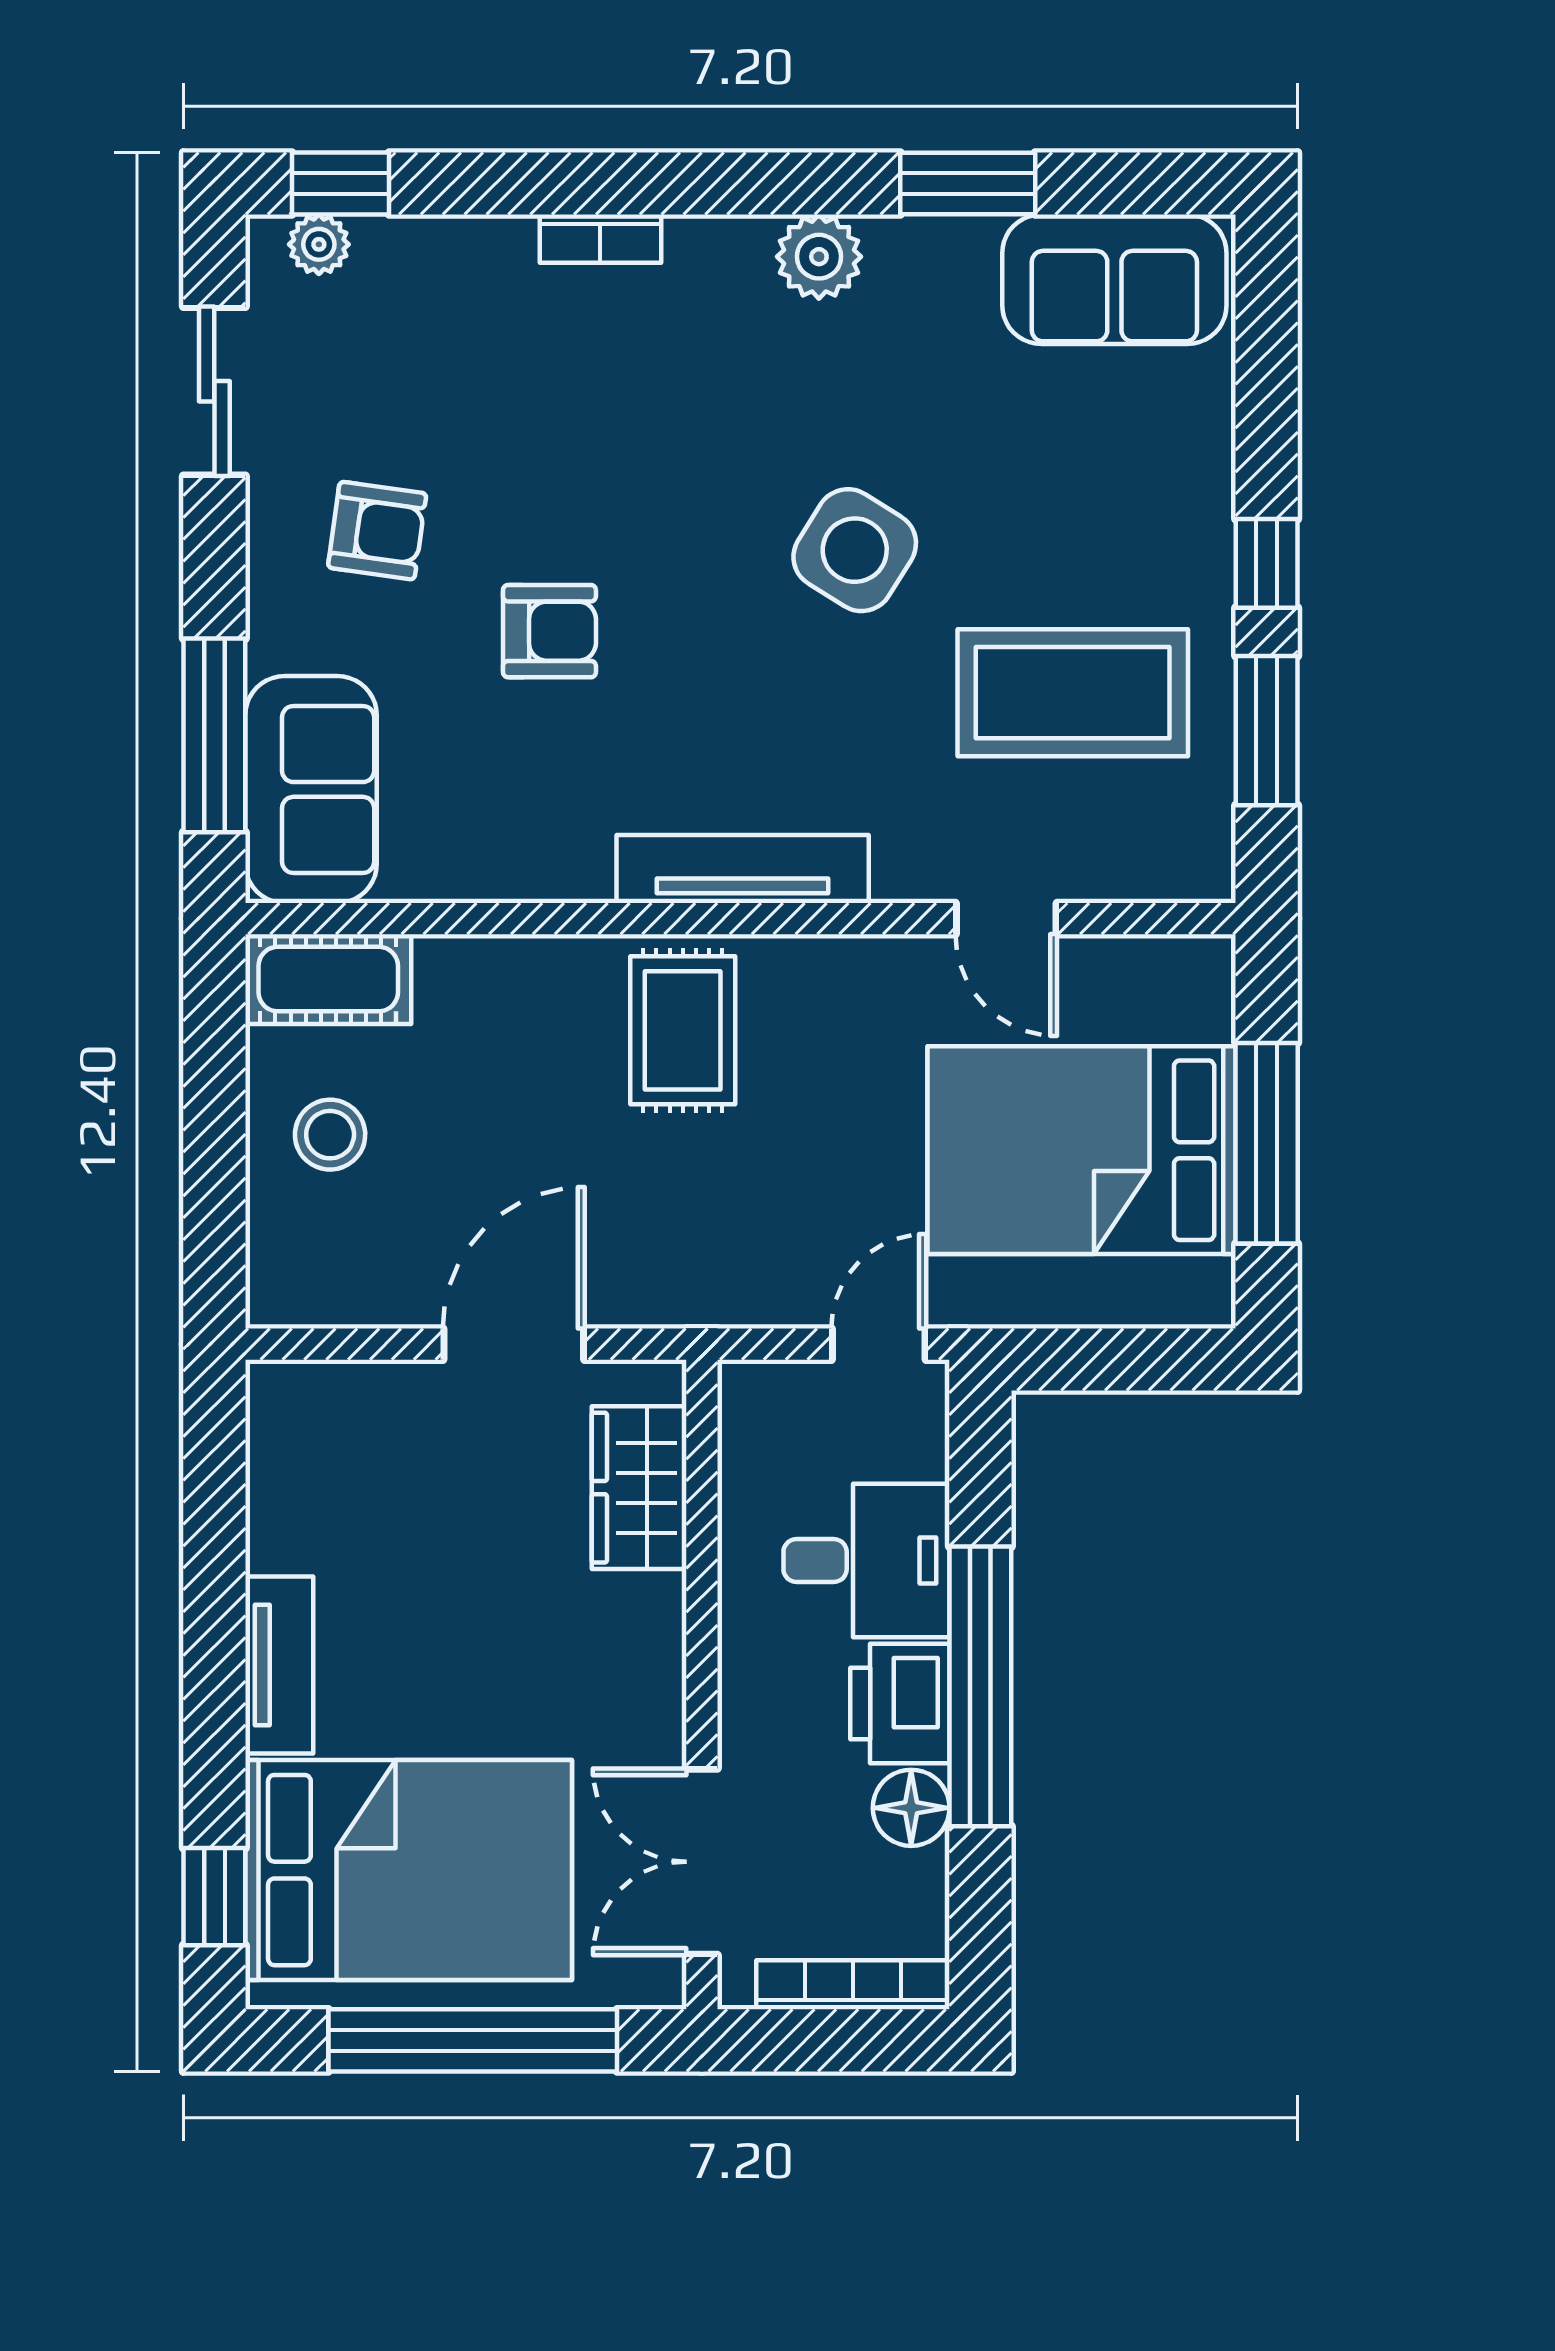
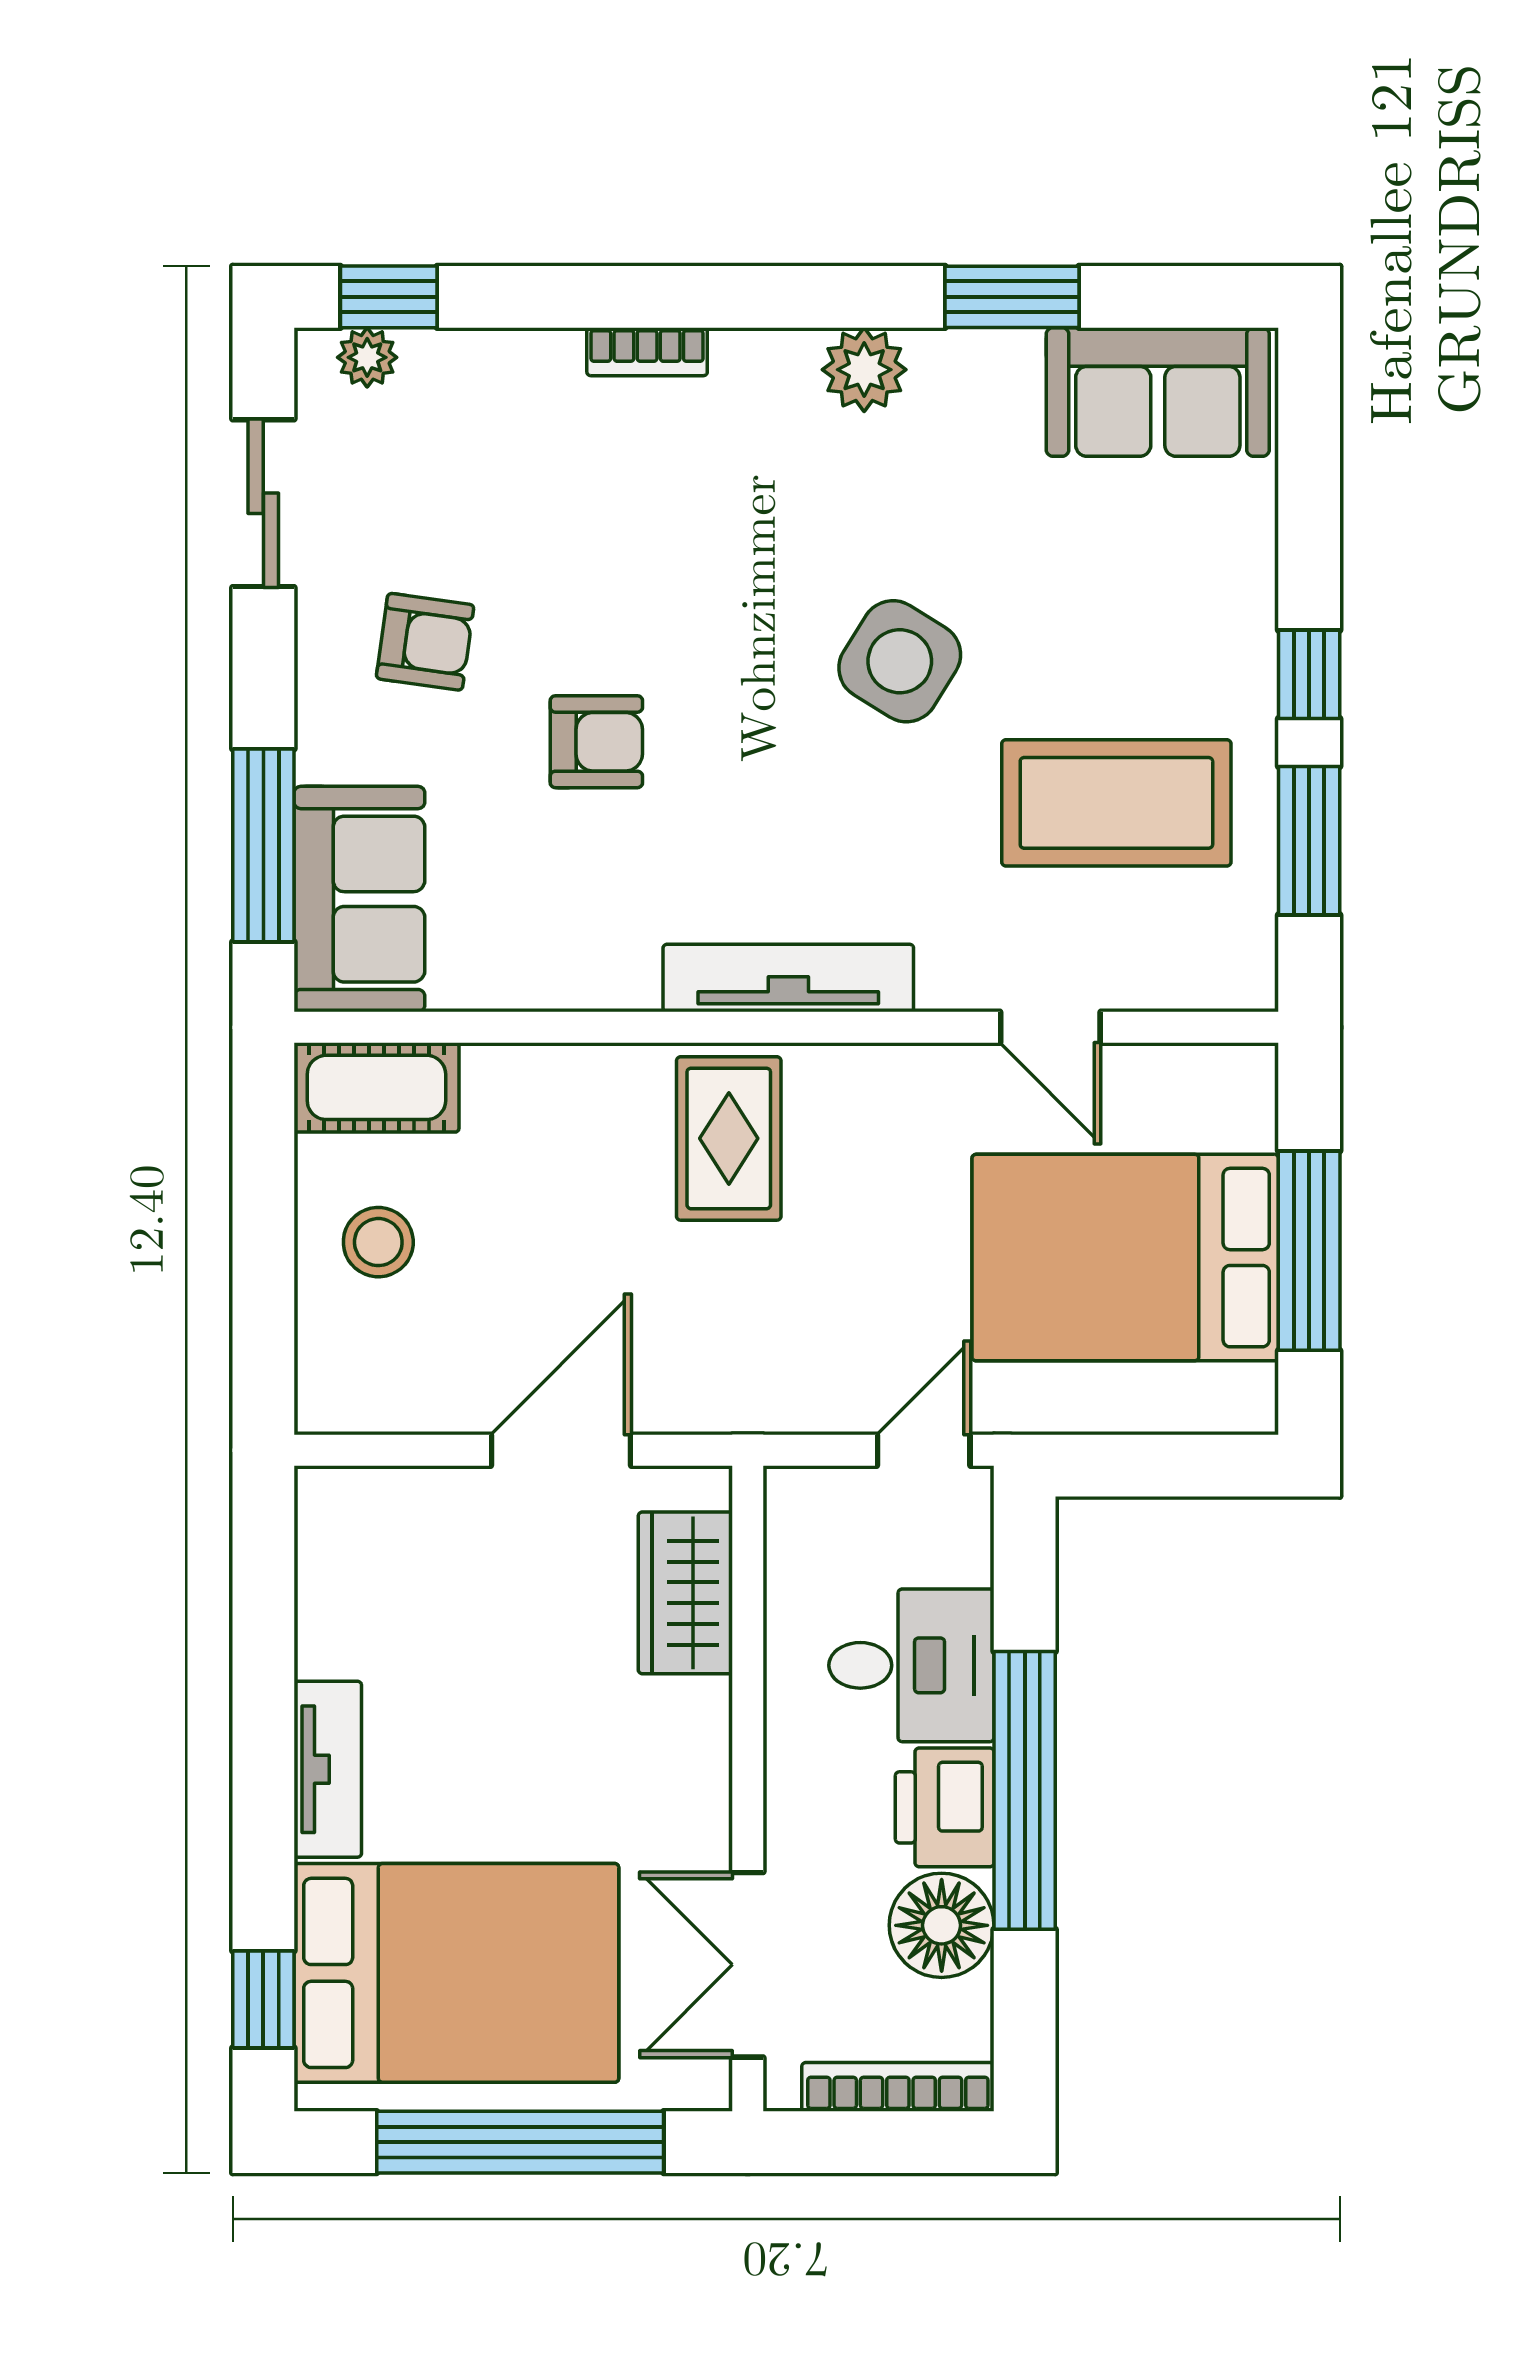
floor lamp: (911, 1808) -> (942, 1925), width x1.38, depth x1.38

